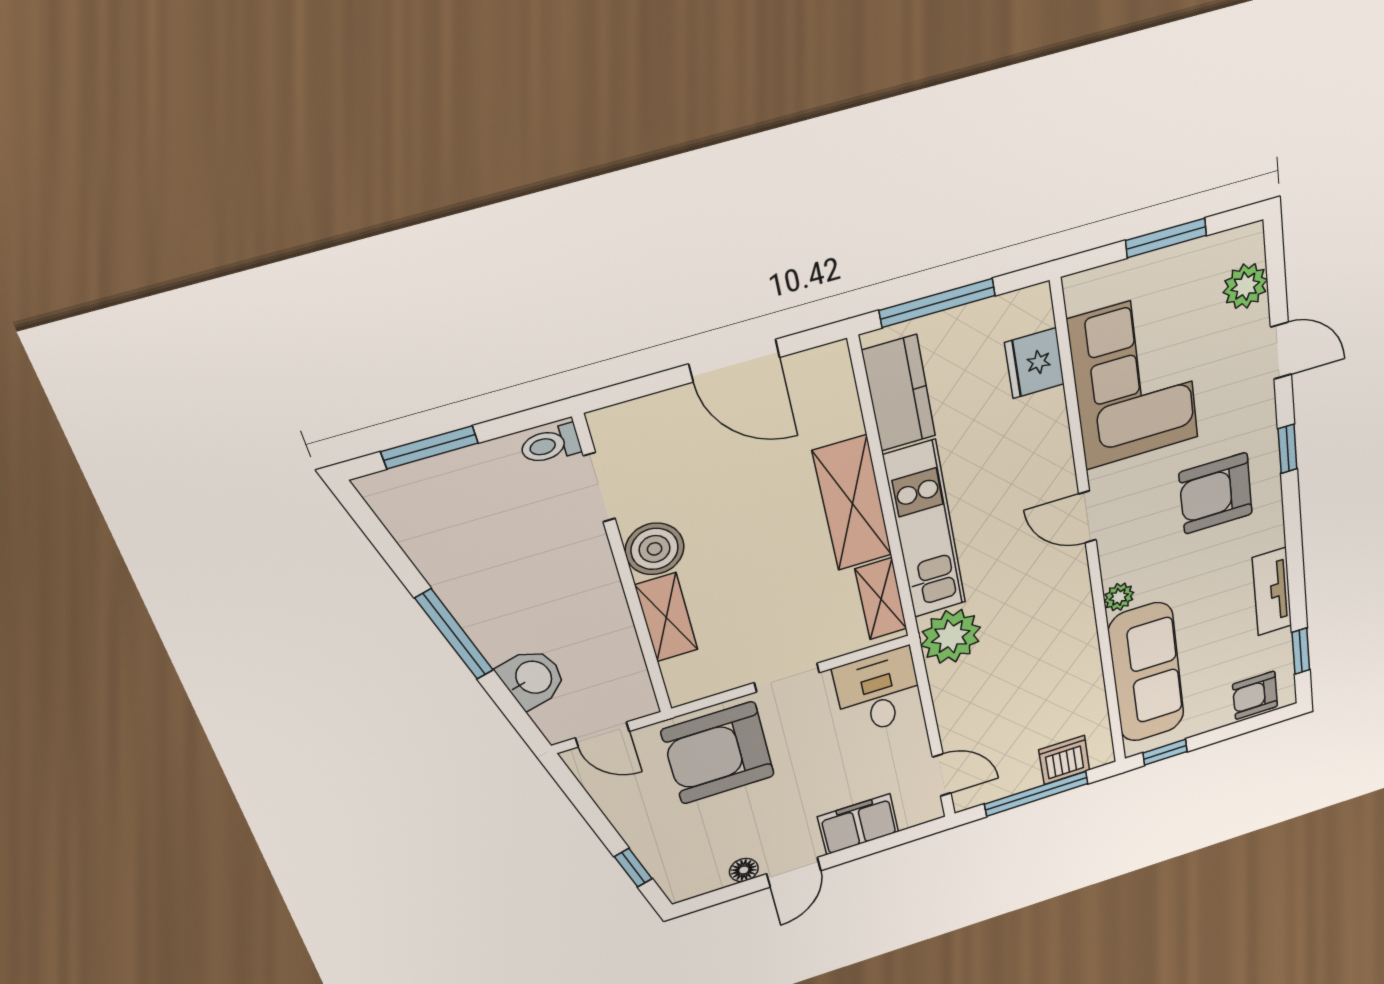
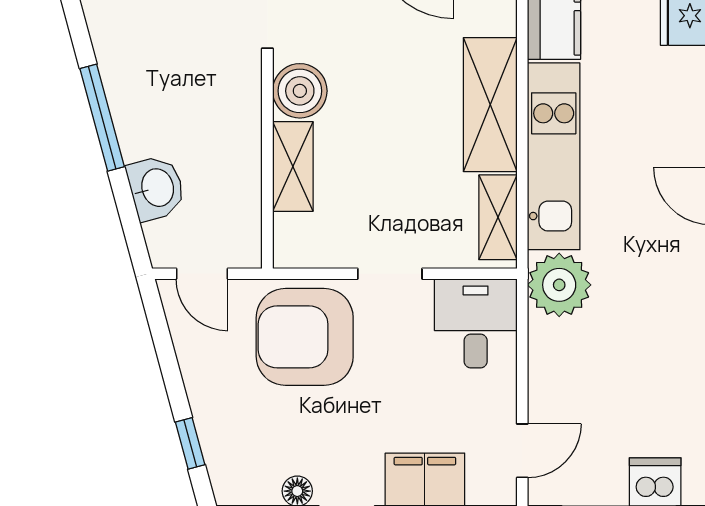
door: (942, 775) -> (522, 451), hinge flipped

